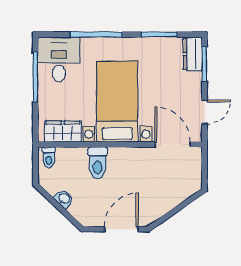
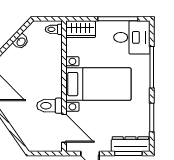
dresser: (193, 54) -> (131, 144), width x1.44
wardrobe: (63, 132) -> (81, 29), moved, turned 90
door: (173, 145) -> (64, 128), hinge flipped
toilet: (98, 163) -> (49, 106), moved

